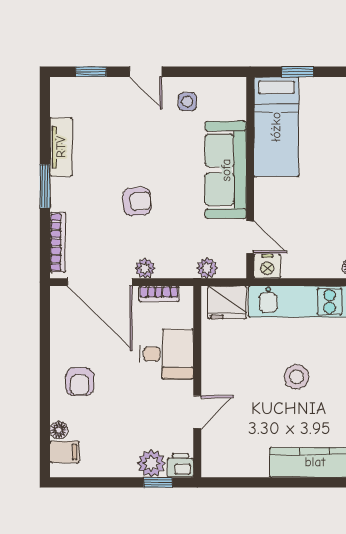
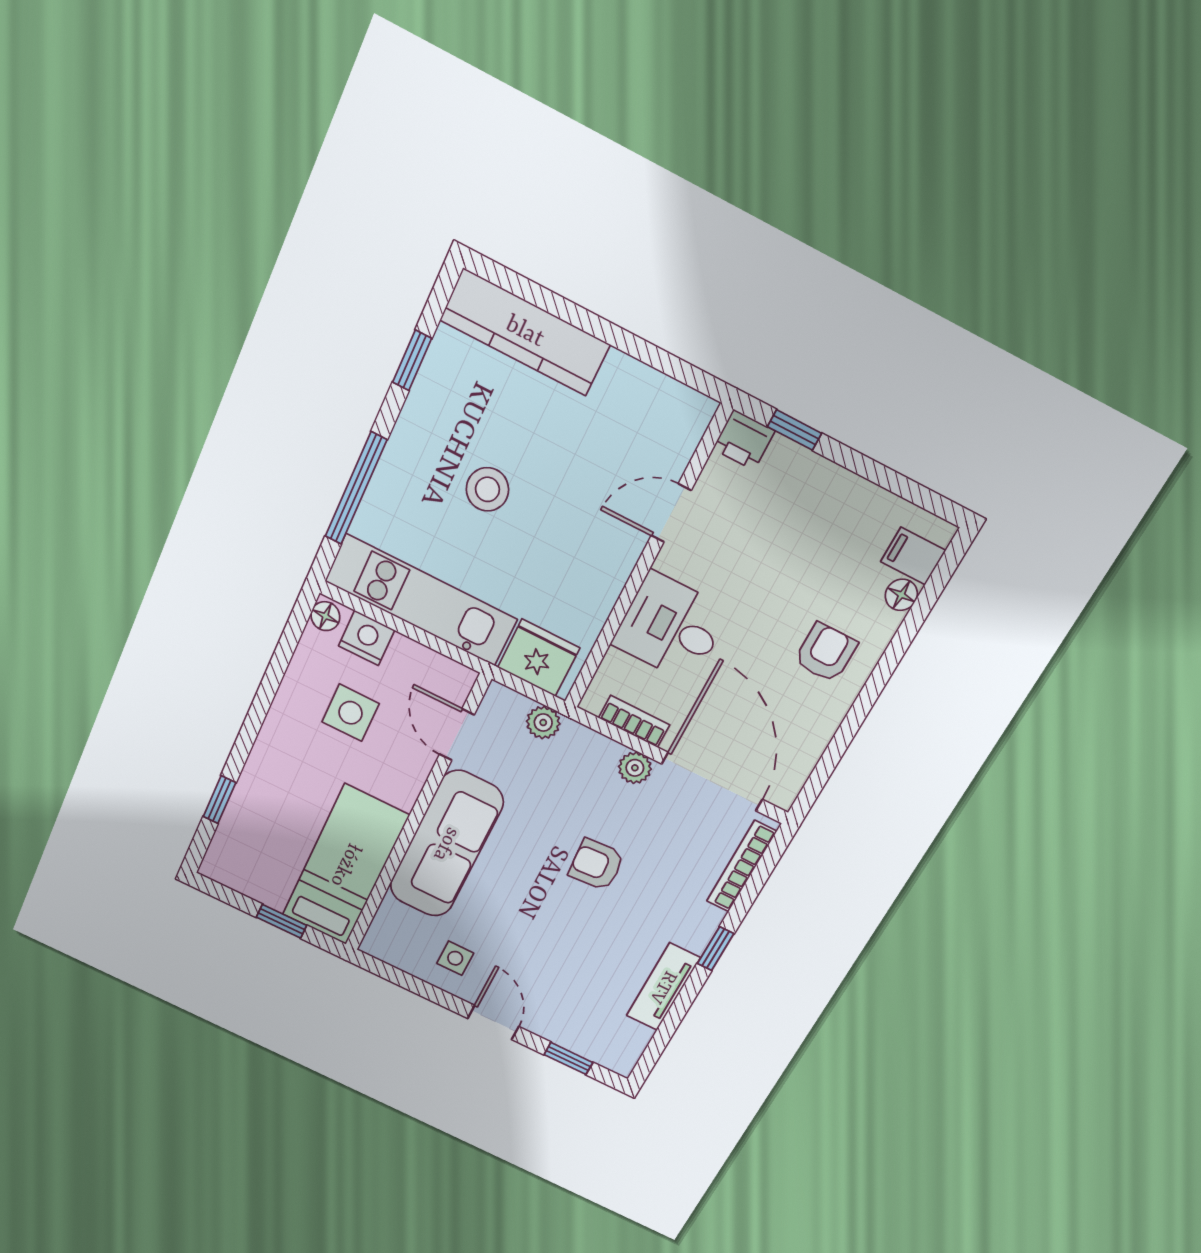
window: (45, 186) -> (716, 949), width x0.67
side table: (314, 220) -> (351, 713), added
nightstand: (267, 266) -> (367, 638), moved
plant: (151, 464) -> (788, 467), removed

